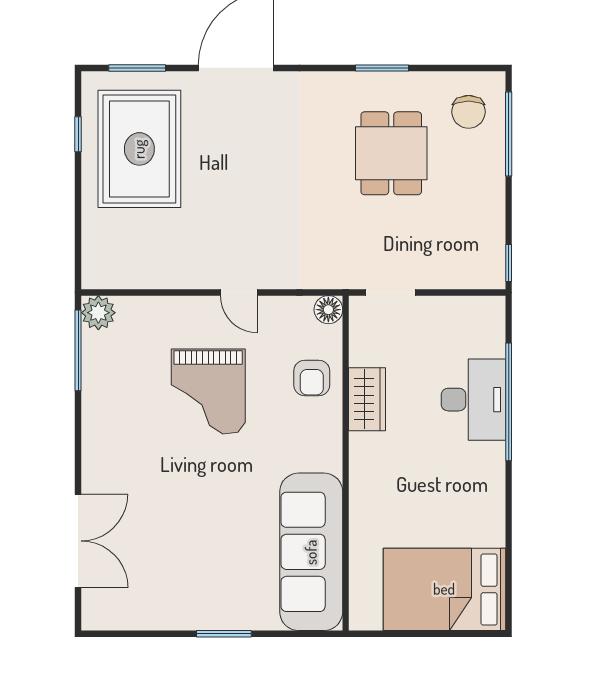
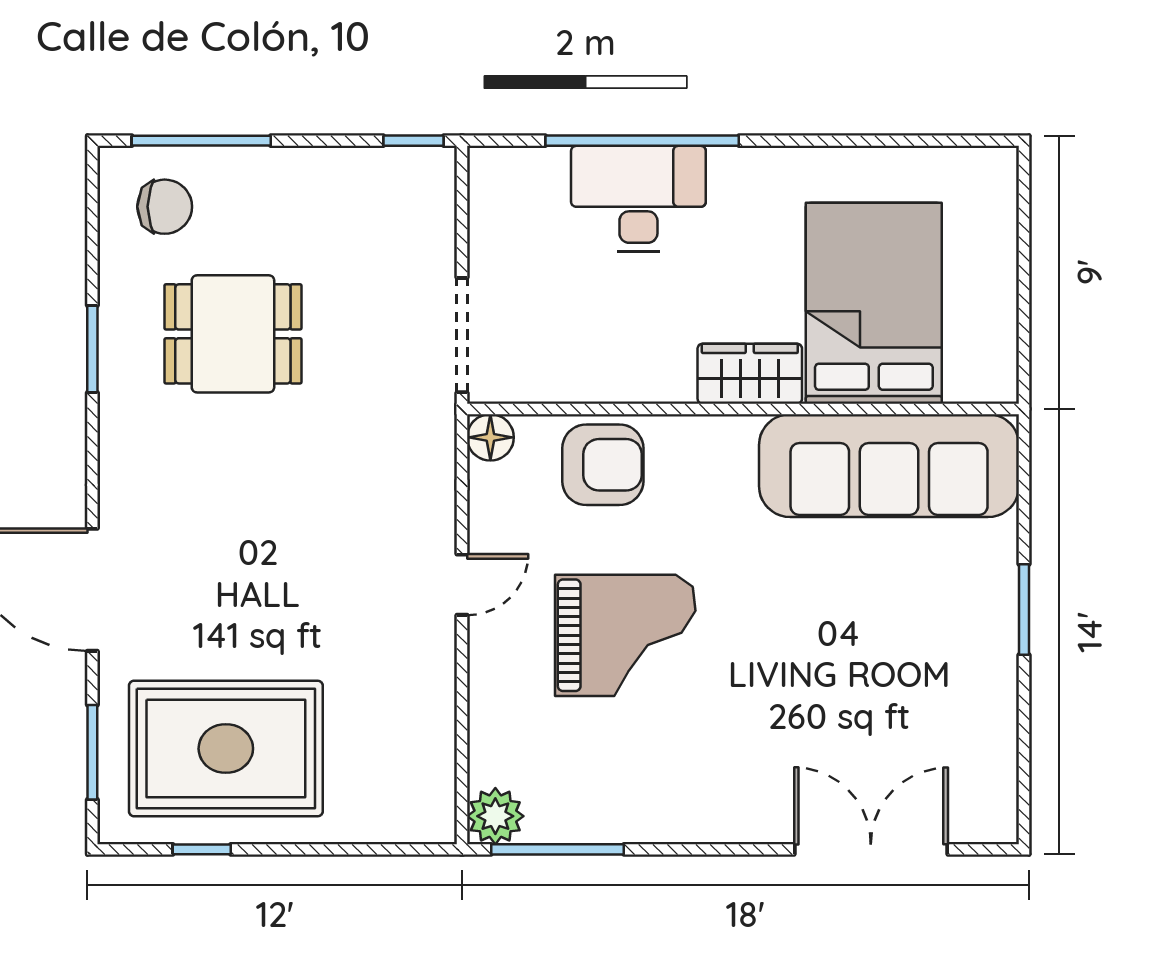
doorway: (390, 292) -> (462, 335), width x1.38
armchair: (312, 378) -> (603, 465), width x1.38, depth x1.38
wardrobe: (367, 399) -> (750, 374), moved
bed: (444, 589) -> (874, 303), moved, turned 180

